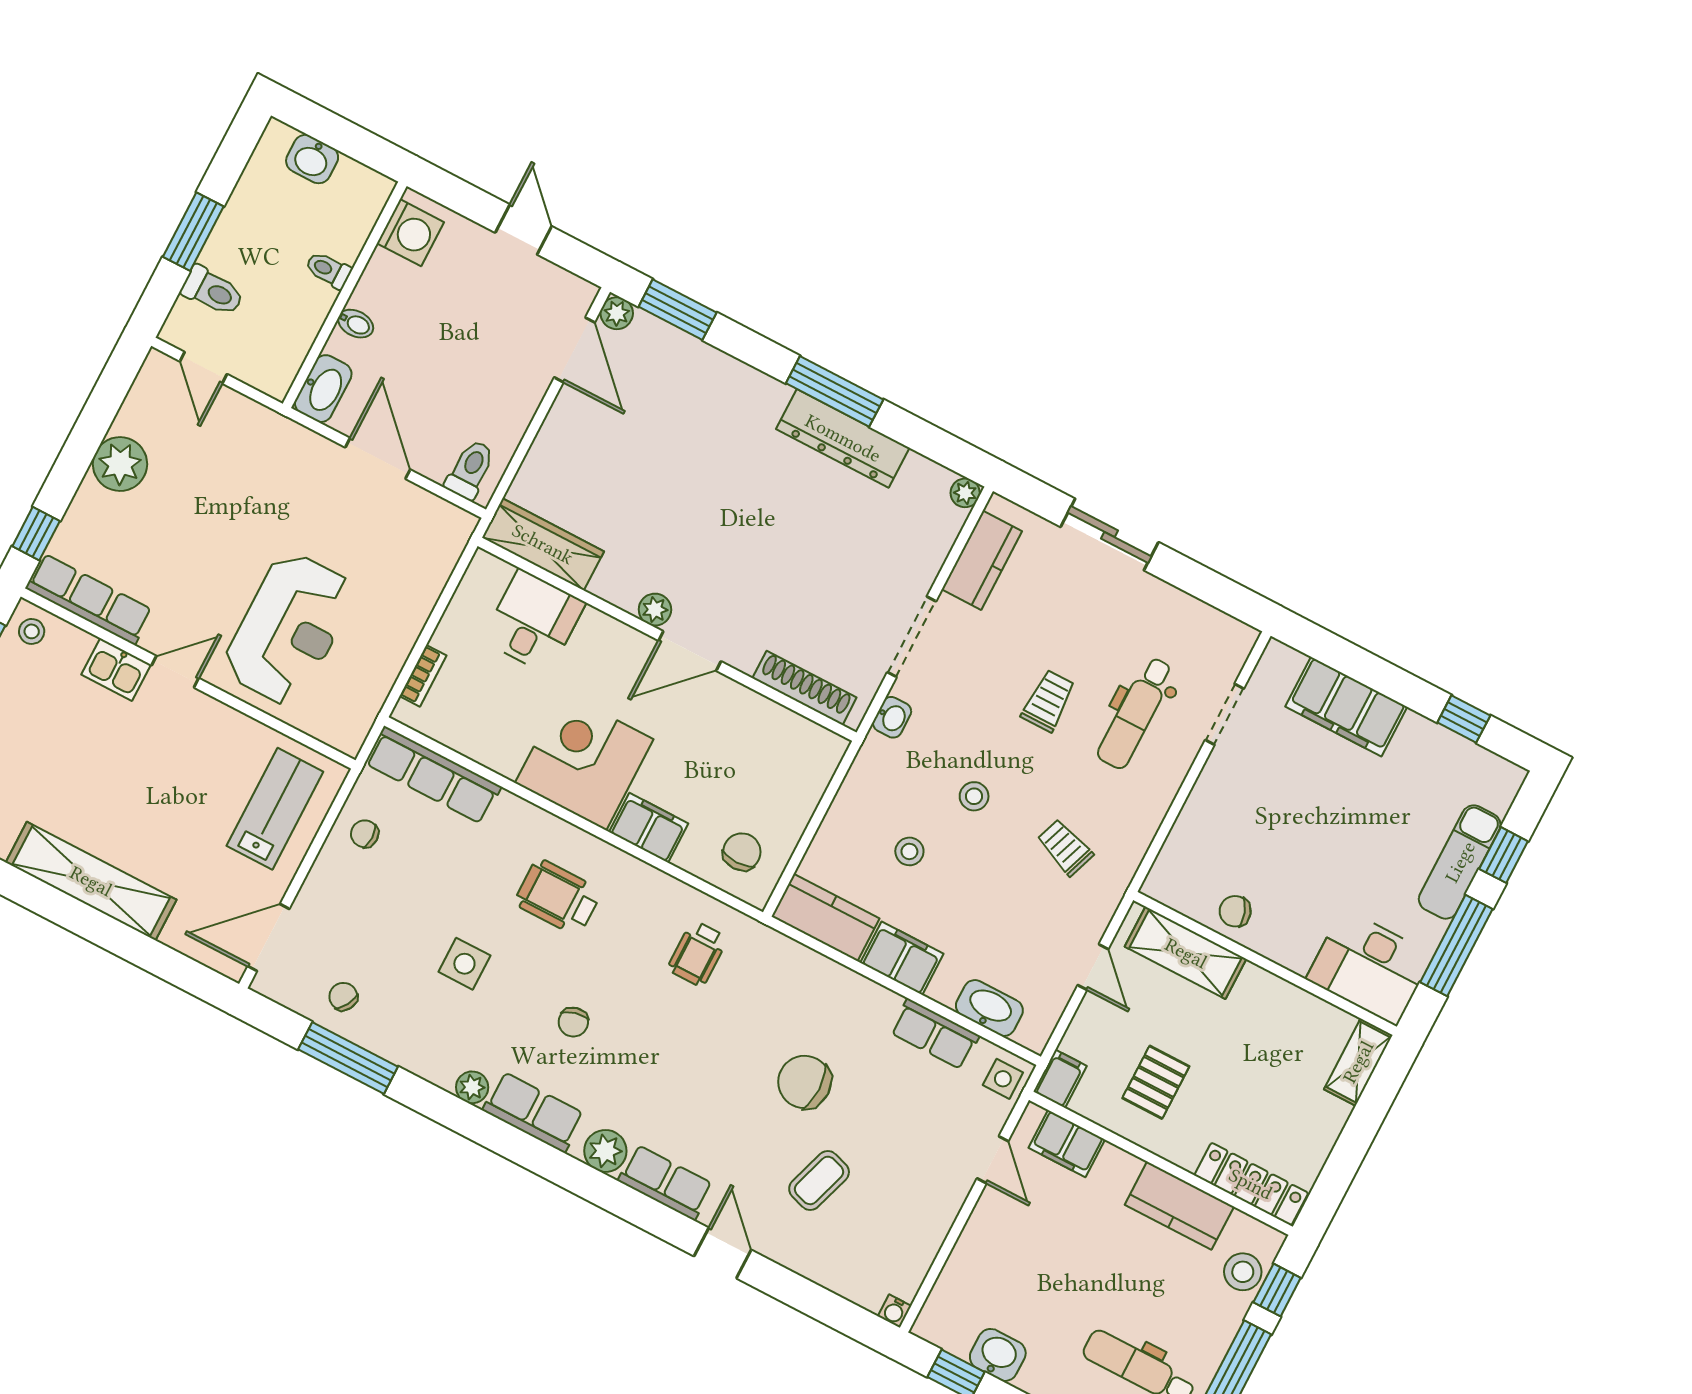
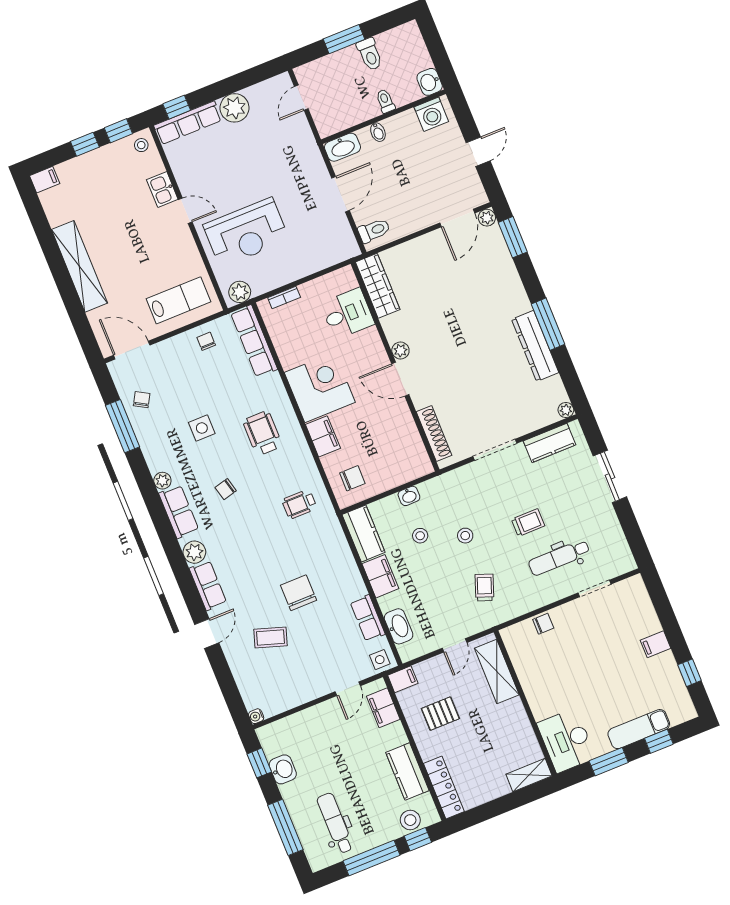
washbasin: (312, 159) -> (430, 82), moved
toilet: (213, 291) -> (370, 54), moved
row of seats: (89, 599) -> (188, 123), moved, turned 90
filing cabinet: (1346, 707) -> (656, 644), width x0.33, depth x0.86
washbasin: (892, 717) -> (409, 496), moved
plant: (353, 722) -> (240, 292), added
chair: (1235, 911) -> (543, 624), moved, turned 109
window: (1456, 946) -> (609, 762), width x0.69

